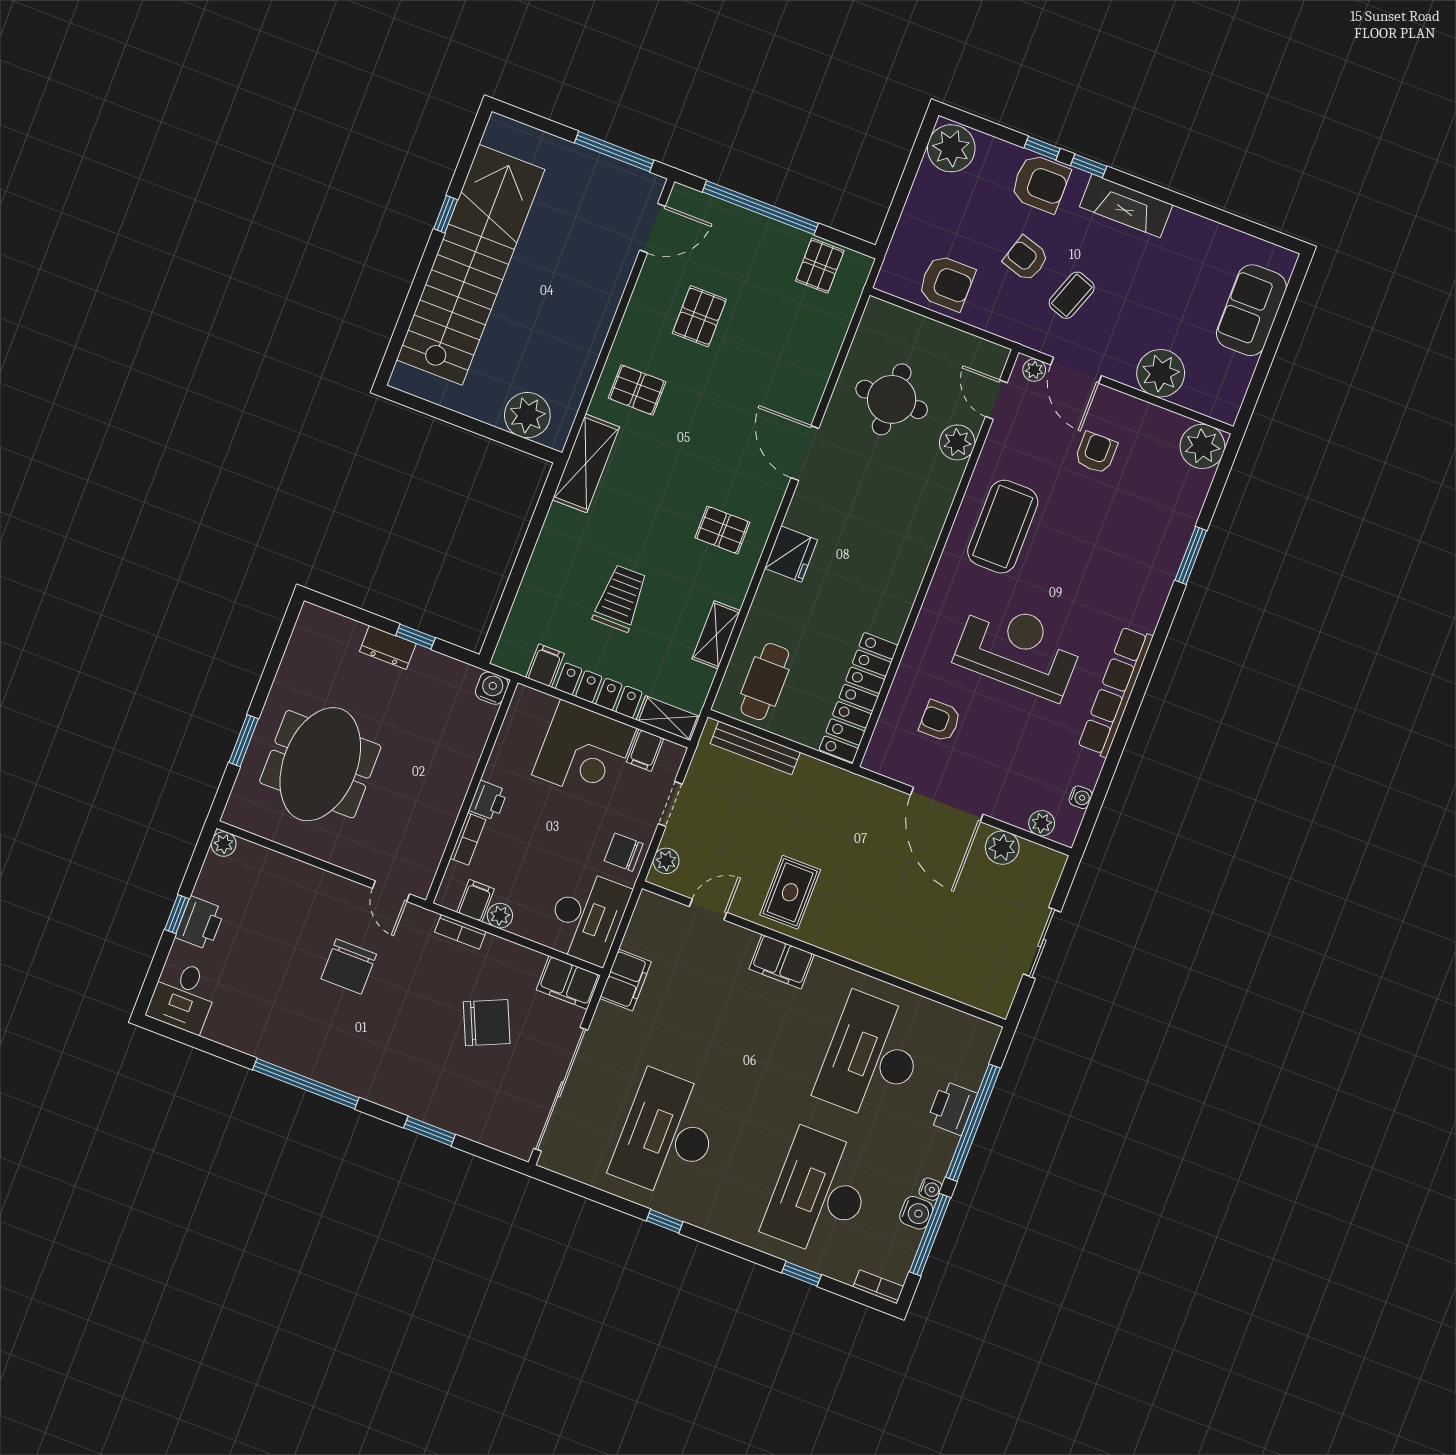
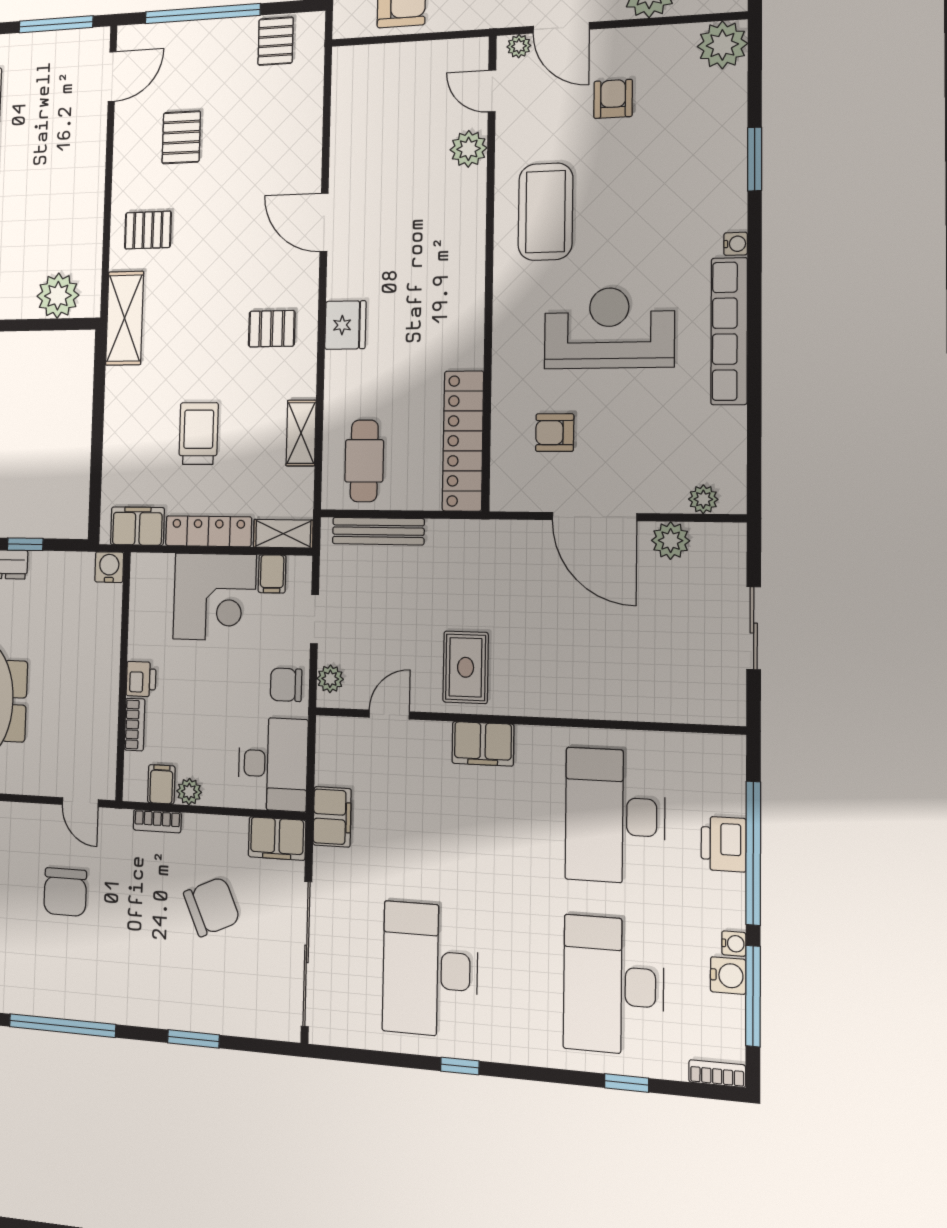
round table: (892, 399) -> (389, 135), removed
filing cabinet: (545, 666) -> (137, 526), width x2.00
water cooler: (1081, 797) -> (736, 244), moved

